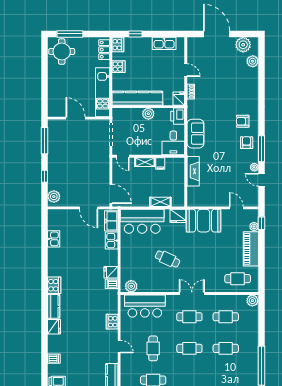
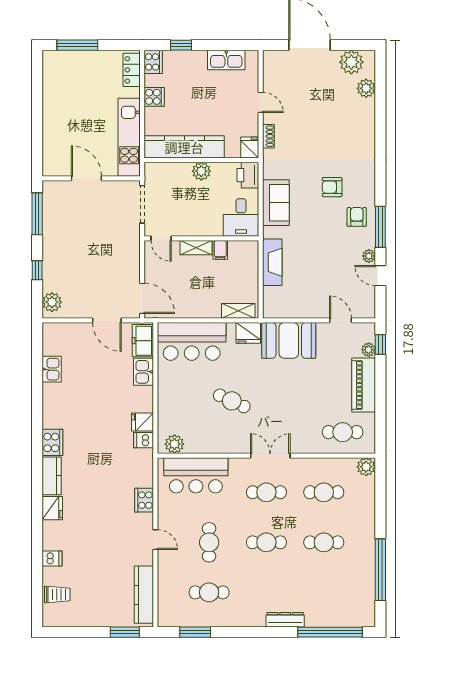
round table: (62, 51) -> (64, 73), removed
armchair: (243, 121) -> (332, 187), moved
shelving: (160, 202) -> (238, 311), moved

